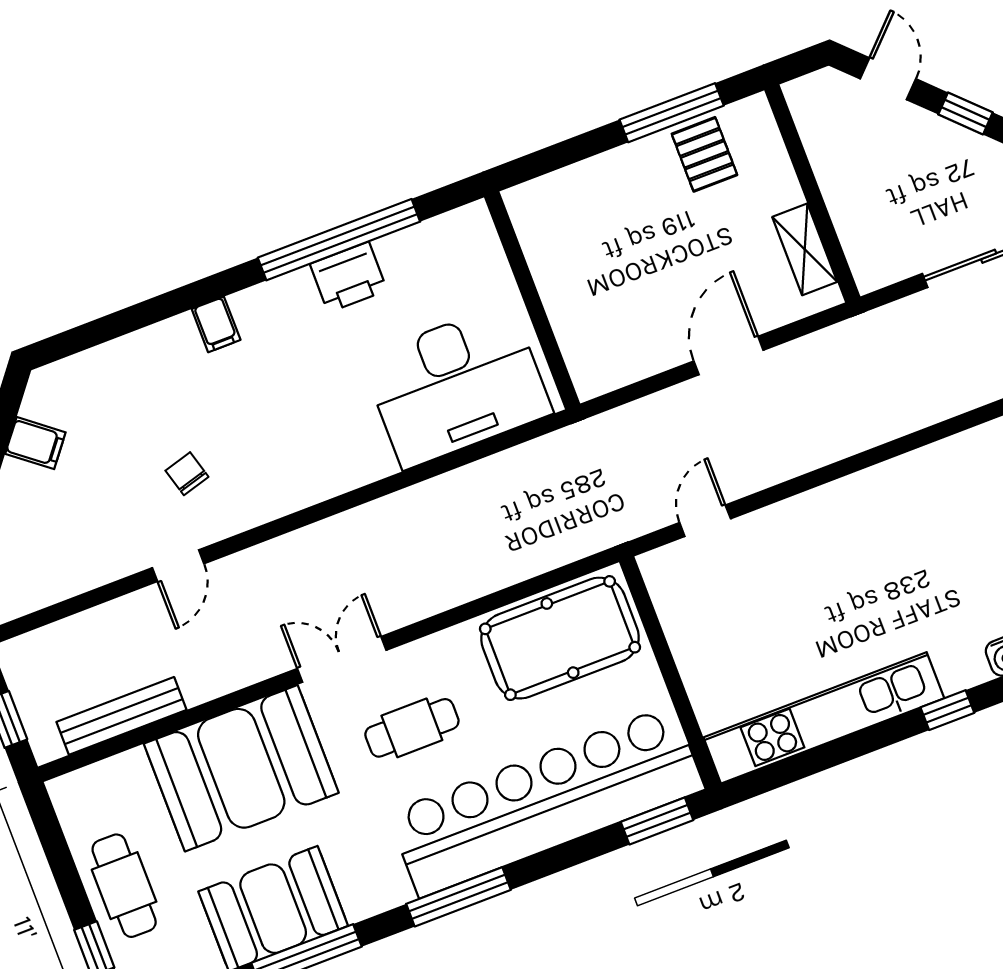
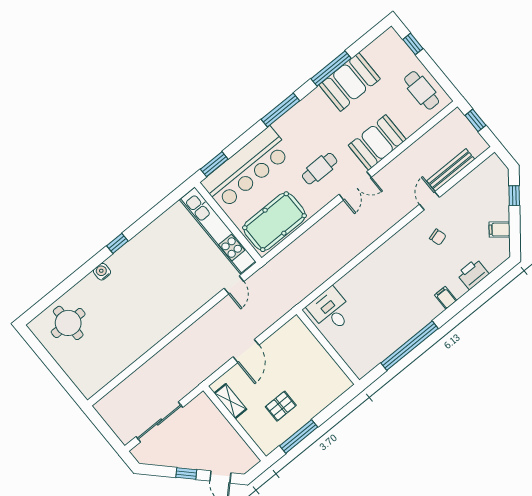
pallet: (704, 154) -> (281, 406), moved, turned 90
printer: (348, 277) -> (473, 274), moved
desk: (457, 386) -> (331, 310), width x0.53, depth x0.77
bench: (122, 716) -> (451, 170), moved
kitchen unit: (824, 718) -> (218, 230), moved, turned 90
booth: (241, 768) -> (377, 142), width x0.73, depth x0.70
bar counter: (546, 801) -> (246, 168), width x0.73
cafe table: (124, 886) -> (422, 90), moved

